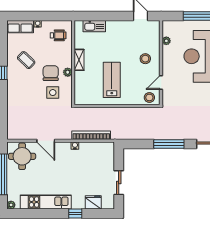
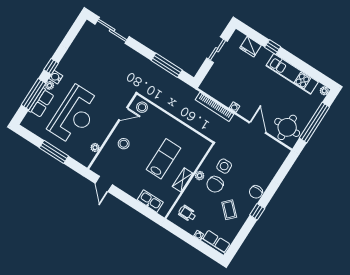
lab bench: (112, 80) -> (164, 159), moved, turned 180
chair: (14, 88) -> (256, 192), added
window: (169, 144) -> (167, 65), moved

